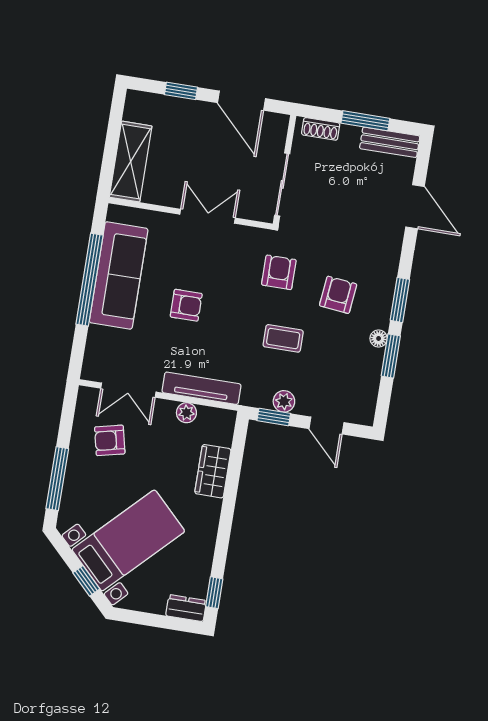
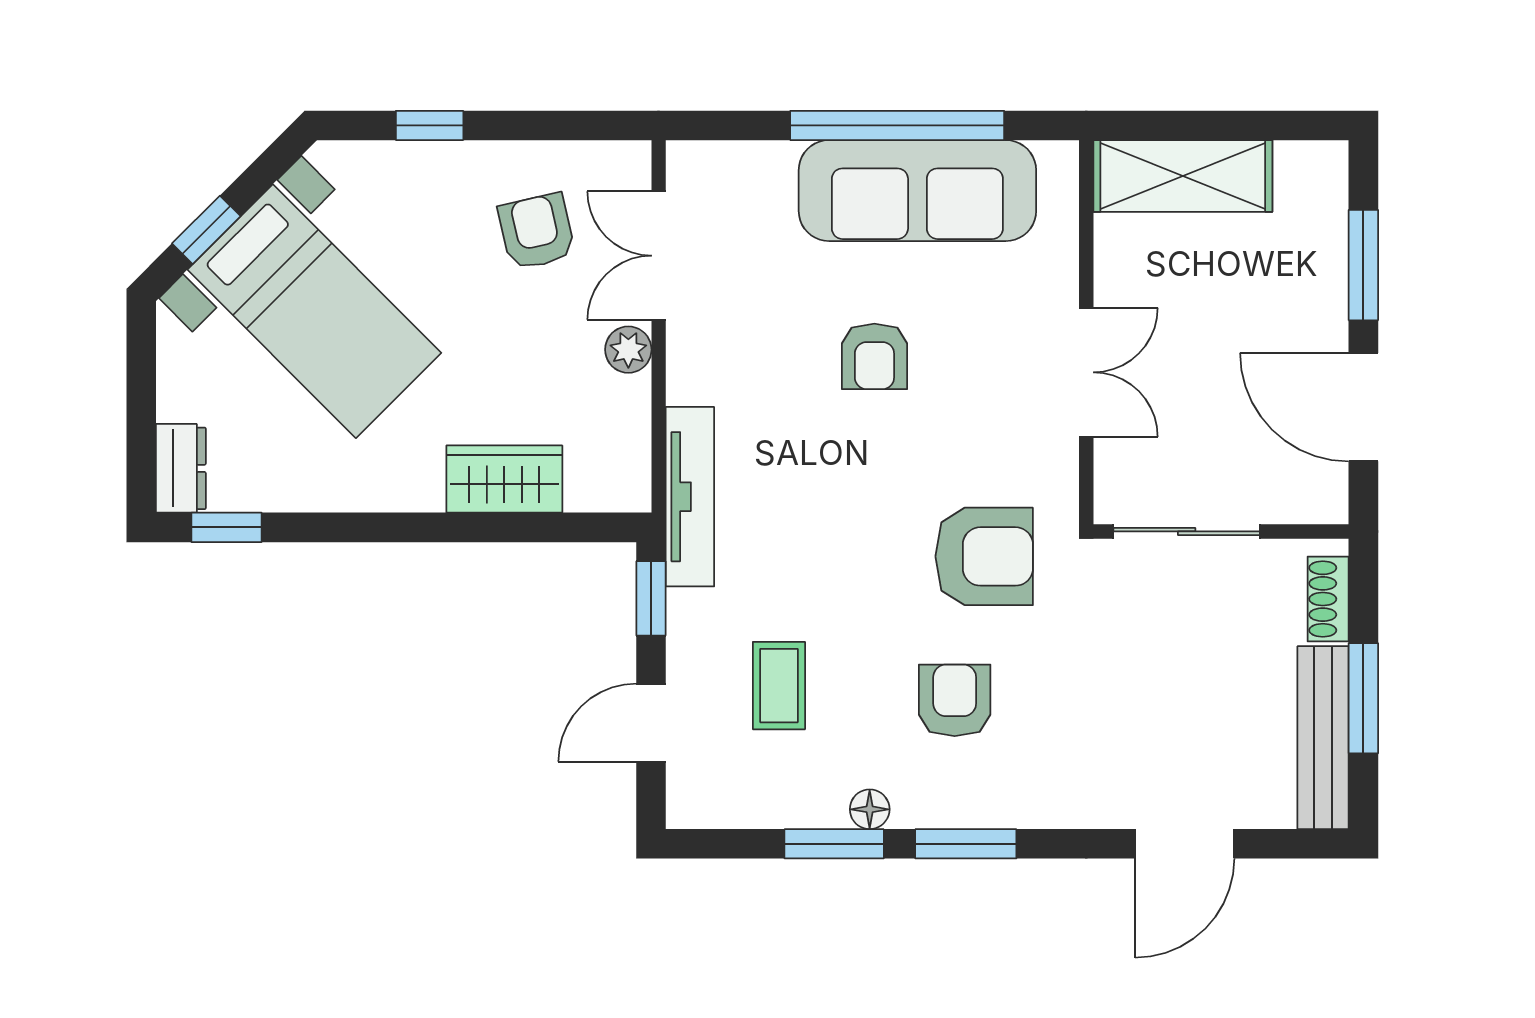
window: (181, 91) -> (1363, 265), width x1.50
door: (241, 101) -> (1363, 407), hinge flipped
bench: (390, 142) -> (1323, 738), width x1.36
armchair: (279, 272) -> (984, 556), width x1.38, depth x1.38
armchair: (338, 295) -> (955, 700), turned -96
coffee table: (283, 338) -> (779, 686), moved
tv unit: (201, 388) -> (690, 497), moved
plant: (284, 401) -> (691, 616), removed
plant: (186, 413) -> (628, 350), moved
window: (57, 479) -> (430, 125), width x0.46

